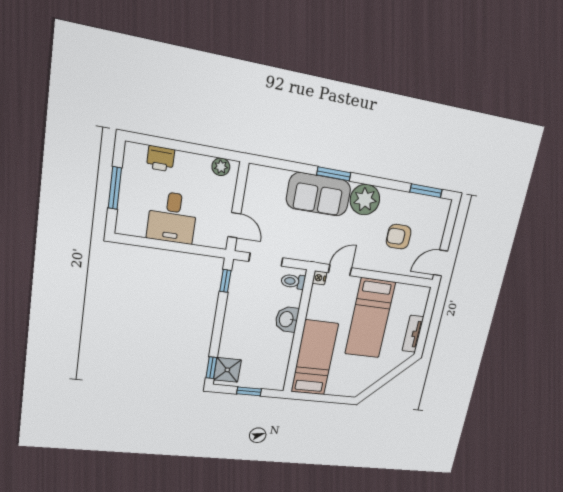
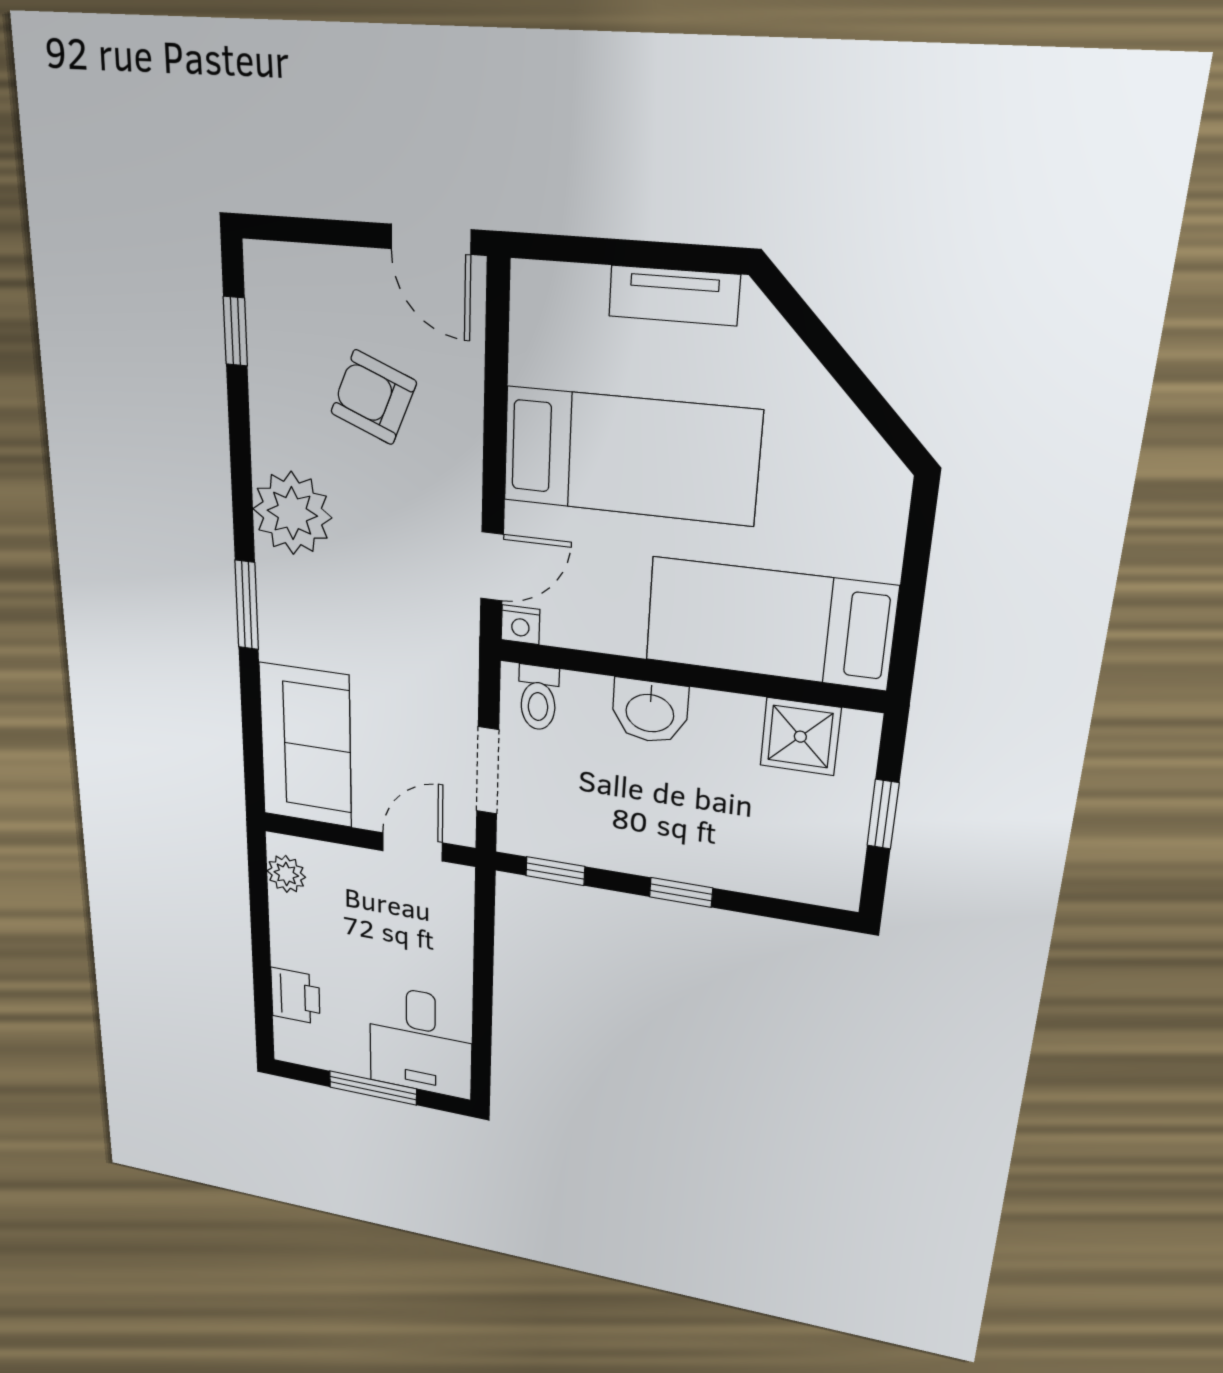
window: (426, 191) -> (235, 331), width x0.67
sofa: (319, 194) -> (306, 746), moved
desk: (172, 218) -> (421, 1042), moved, turned 90
armchair: (399, 237) -> (374, 397), turned 112
door: (340, 270) -> (492, 567), swing flipped
window: (211, 368) -> (681, 892), moved
shower: (227, 370) -> (800, 737), moved

